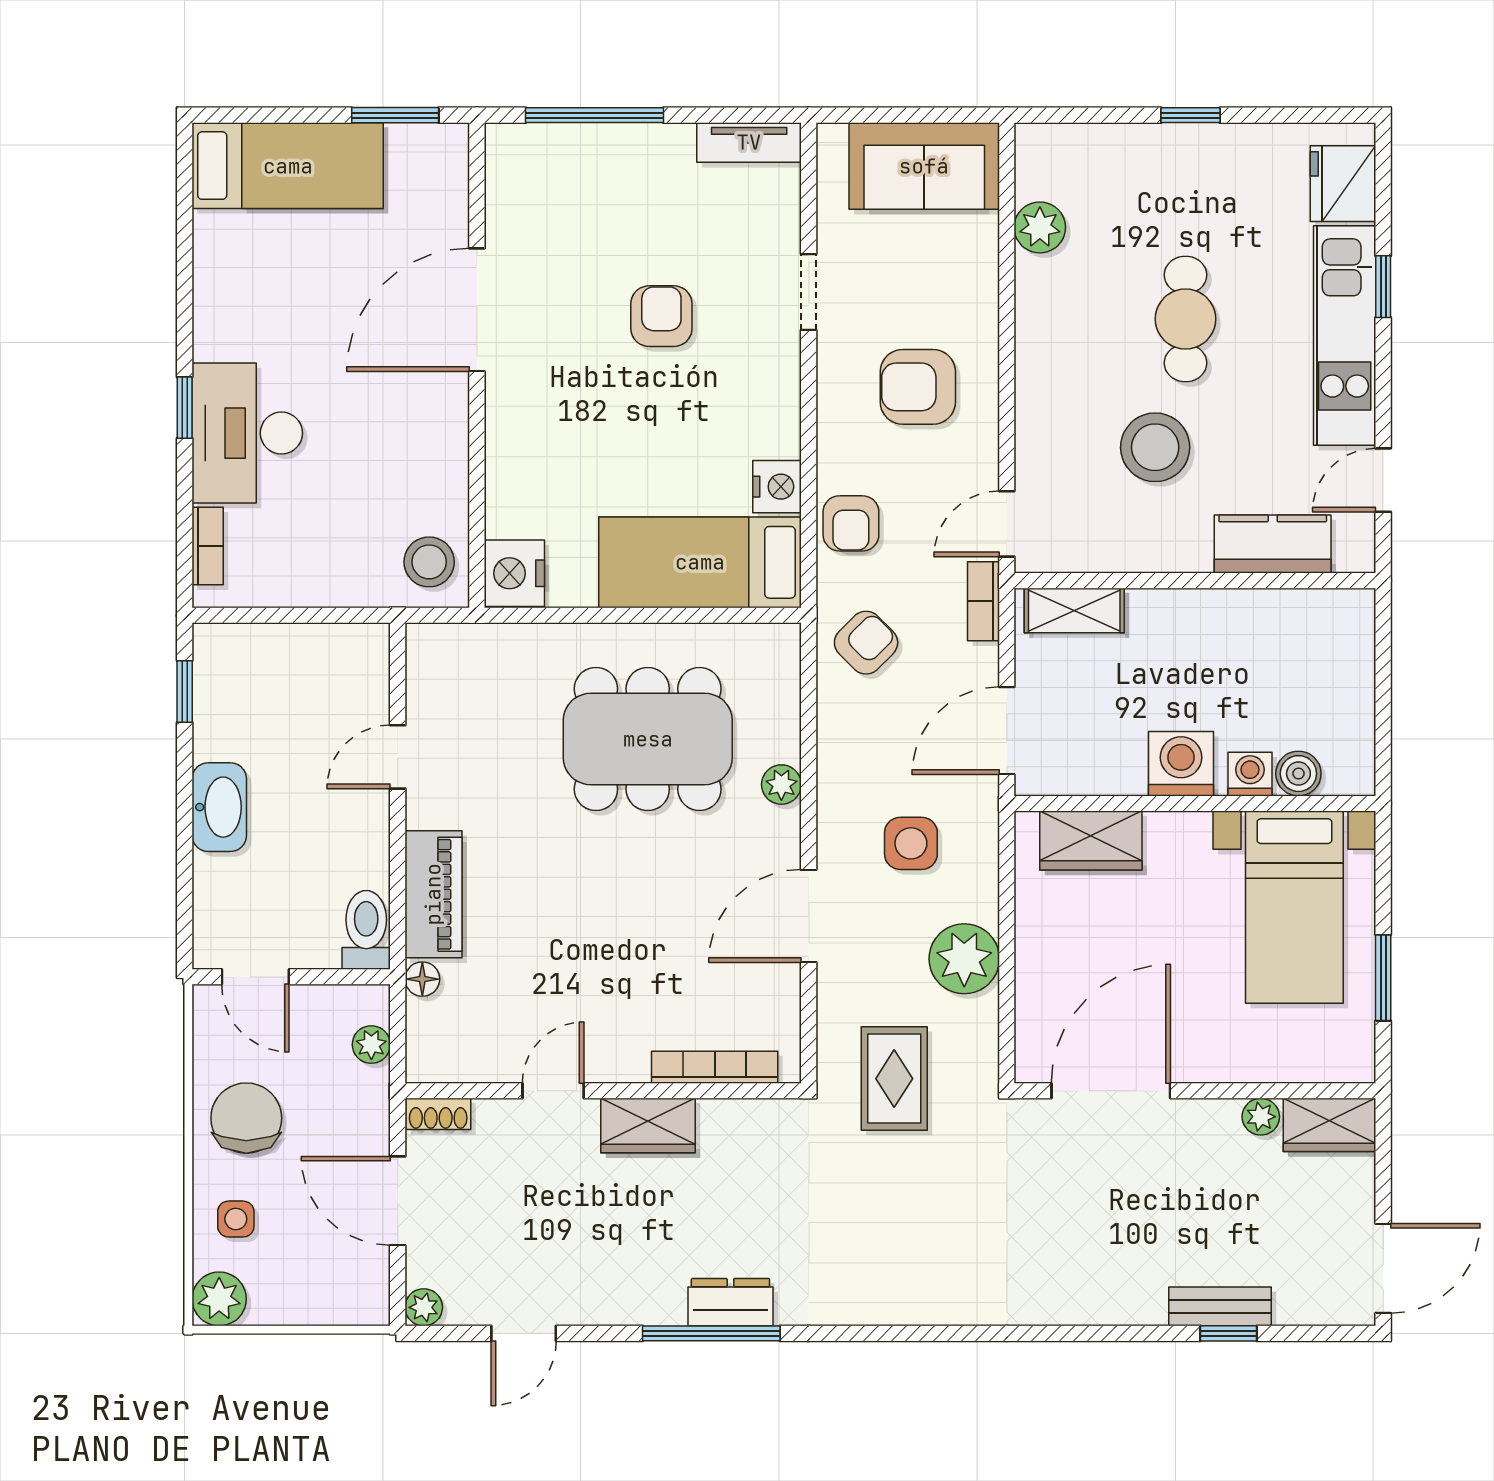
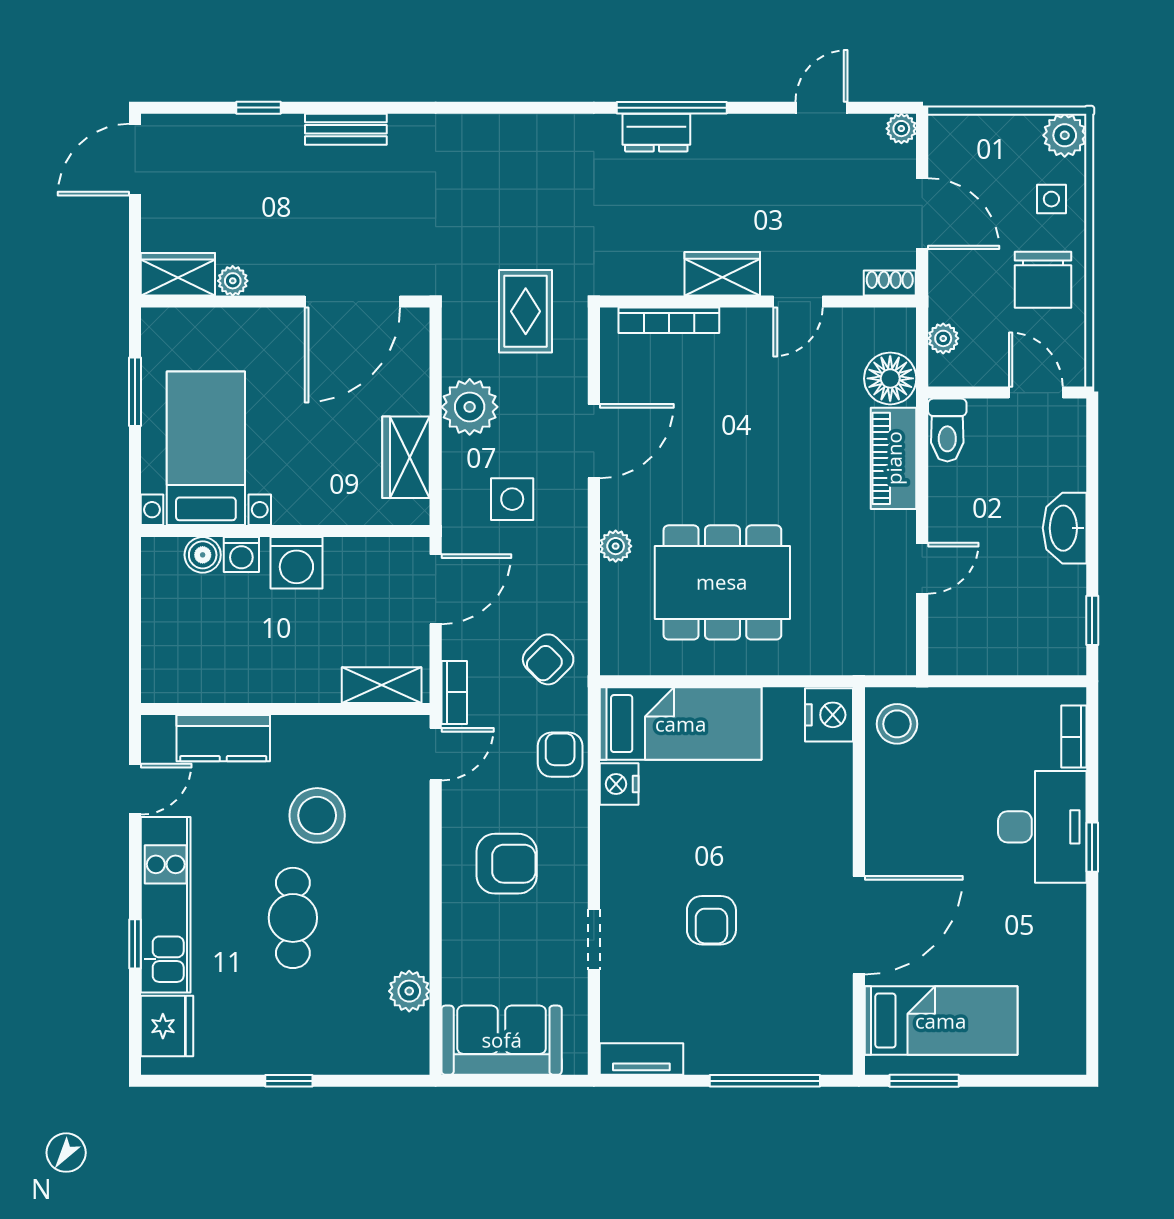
bed: (288, 166) -> (941, 1021), moved, turned 180
wardrobe: (1091, 841) -> (406, 457), moved, turned -90
floor lamp: (422, 979) -> (890, 378), width x1.89, depth x1.89
bench: (1220, 1306) -> (346, 129), moved

